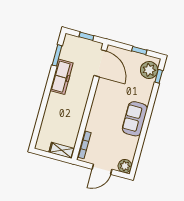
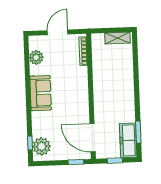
window: (139, 51) -> (76, 162), moved
freezer: (62, 77) -> (128, 140), moved
shelving: (62, 150) -> (118, 38), moved
plant: (125, 166) -> (36, 57), moved

